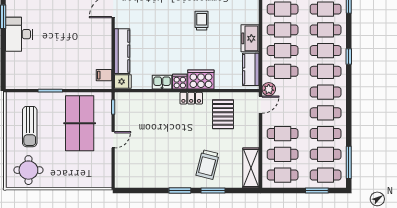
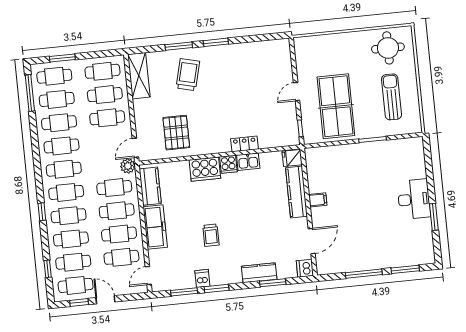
freezer: (250, 38) -> (155, 227), width x1.40
filing cabinet: (104, 75) -> (318, 200), moved
locker: (191, 98) -> (244, 144), moved

